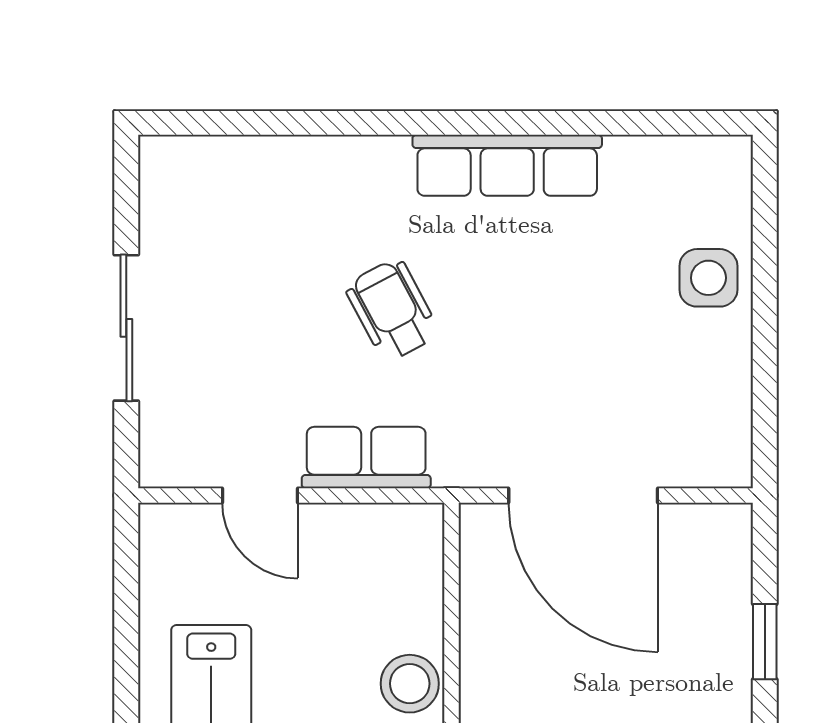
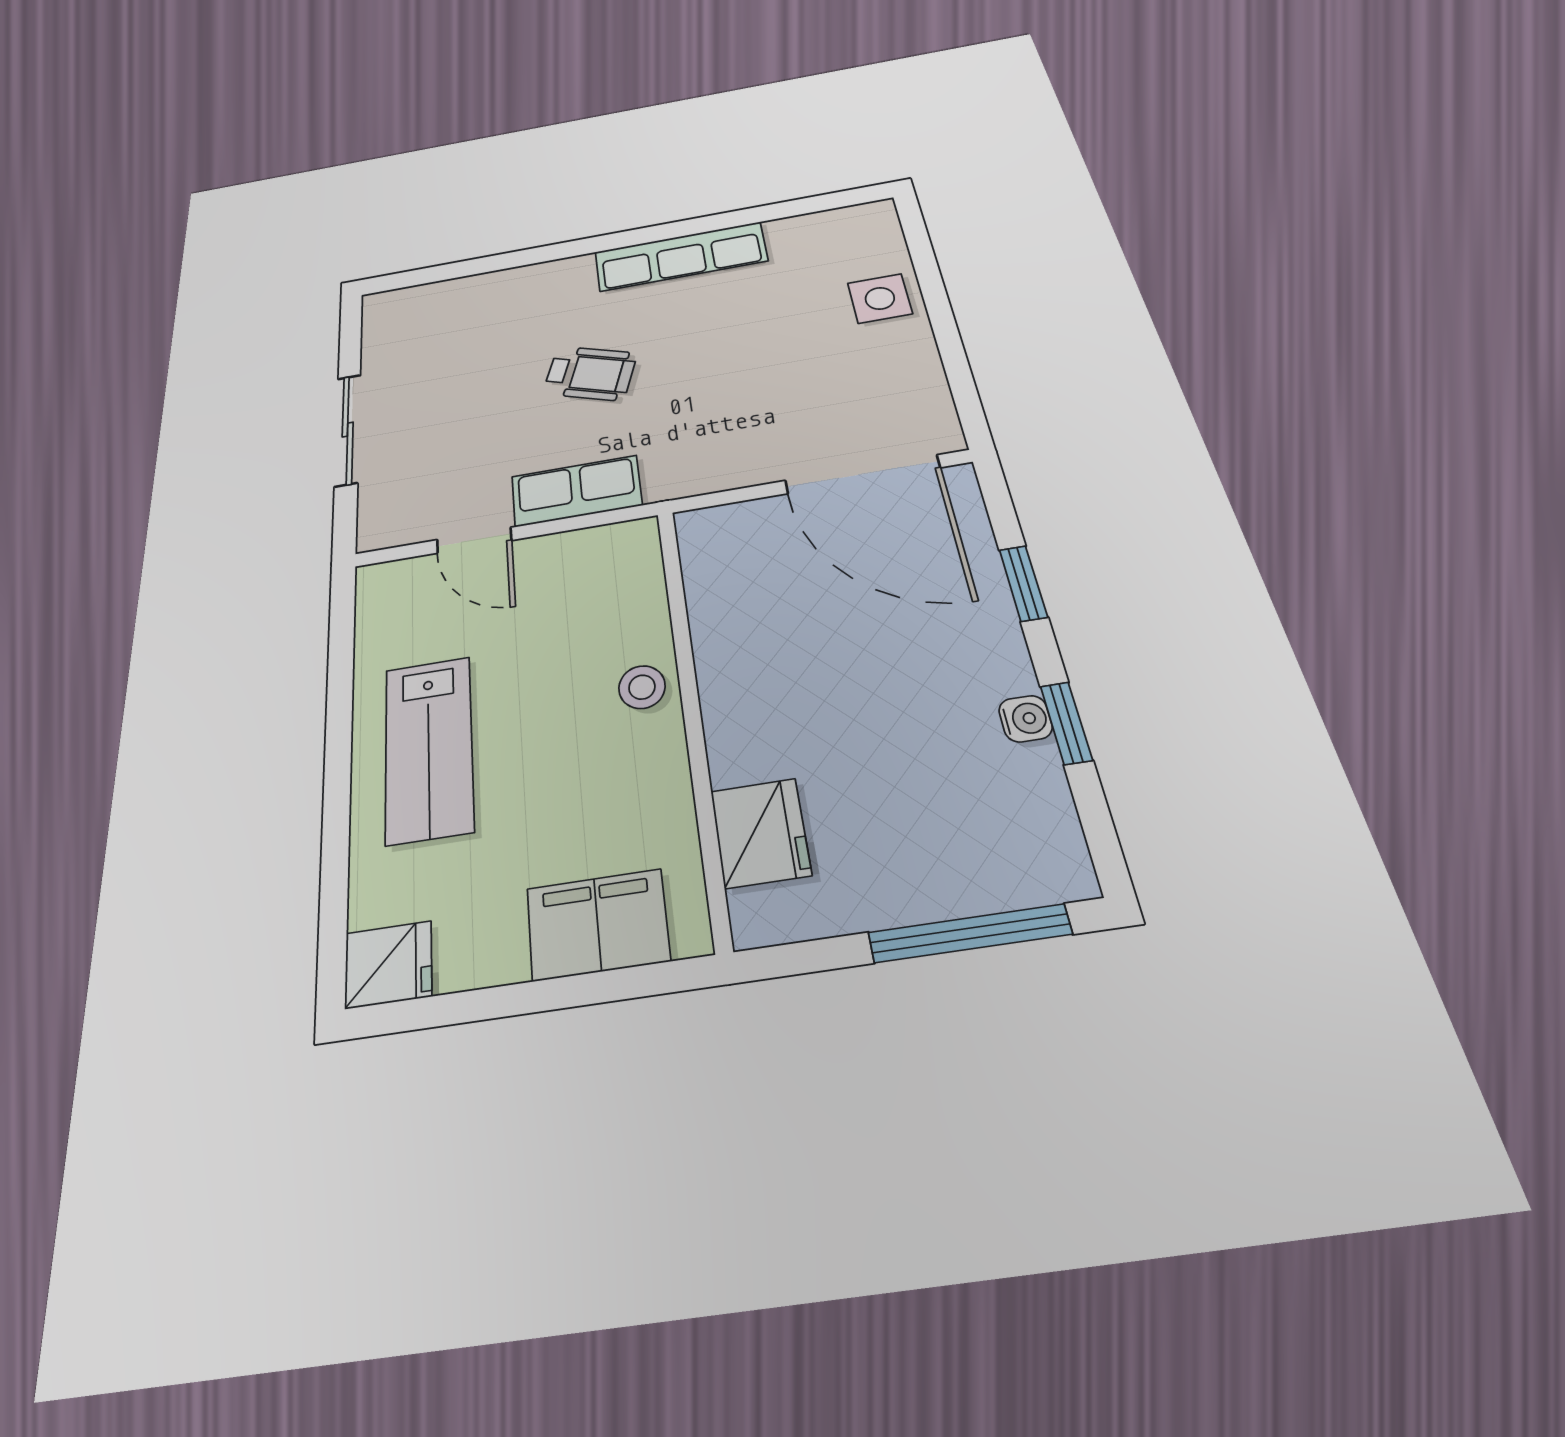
wheelchair: (392, 310) -> (590, 373), turned 137
door: (583, 495) -> (862, 474), moved
stool: (410, 684) -> (642, 687), width x0.73, depth x0.73

